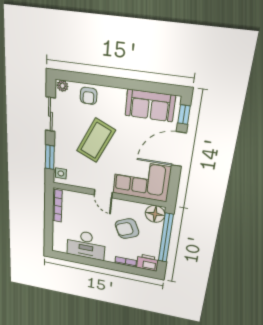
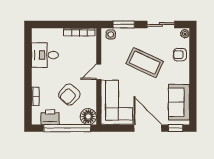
armchair: (127, 229) -> (69, 95), turned -113
desk: (86, 245) -> (45, 55), width x0.73
printer: (148, 263) -> (50, 117), moved, turned -90

